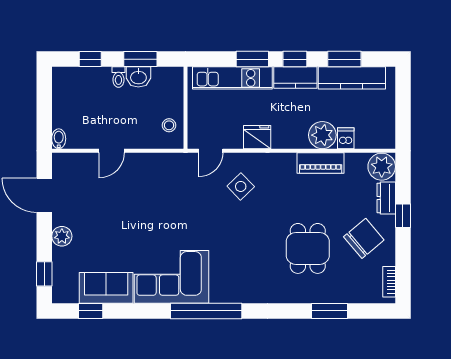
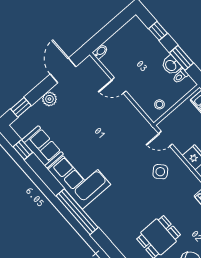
toilet: (118, 77) -> (180, 76), moved

